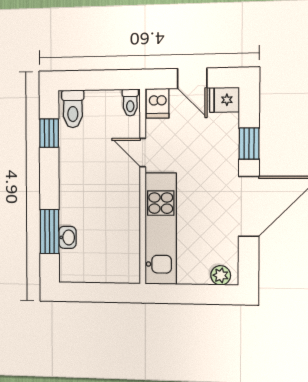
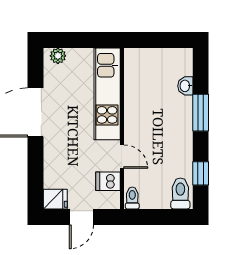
door: (192, 78) -> (81, 217), swing flipped
dishwasher: (158, 103) -> (108, 181), moved, turned -90
window: (249, 144) -> (35, 163), removed
window: (50, 231) -> (201, 113), moved

